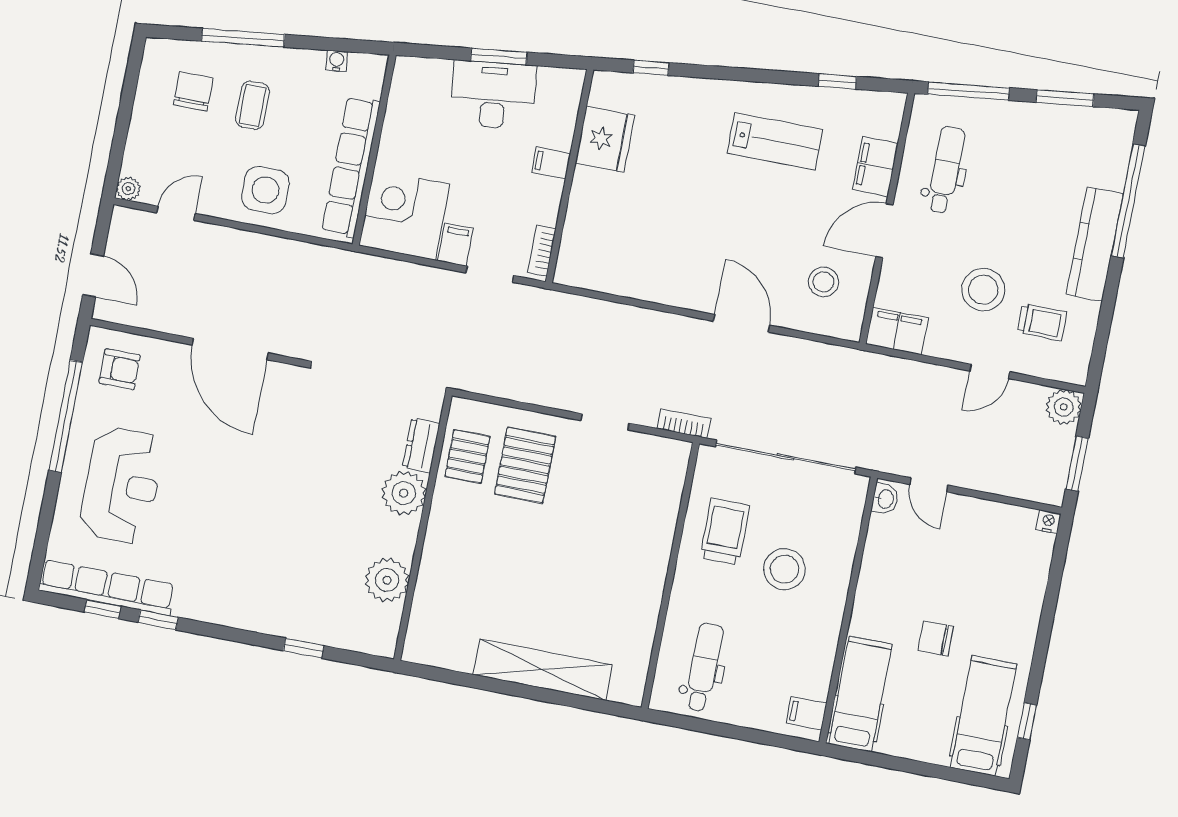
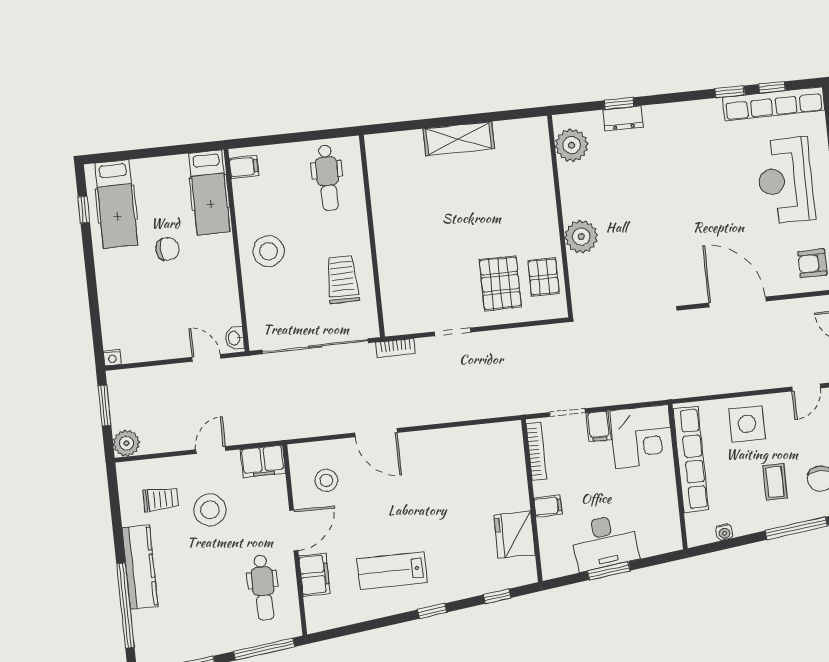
window: (837, 81) -> (432, 611), moved
bookcase: (542, 250) -> (536, 451), width x1.56
trolley: (1042, 322) -> (161, 499), turned 180
door: (990, 371) -> (211, 450), moved
dresser: (421, 445) -> (623, 118), moved, turned 90
trolley: (725, 532) -> (342, 280), turned 180
stool: (784, 569) -> (268, 251), moved
plant: (387, 580) -> (572, 145), moved
shelving: (543, 670) -> (459, 139), width x0.68

